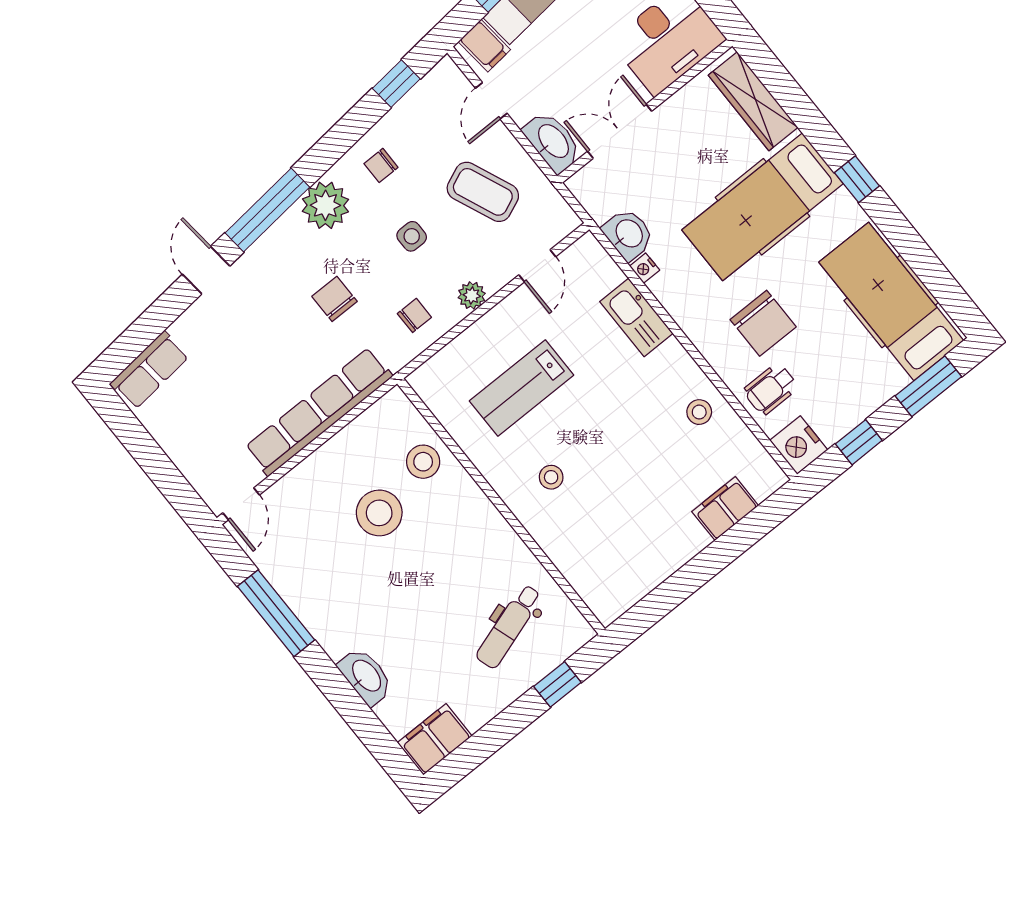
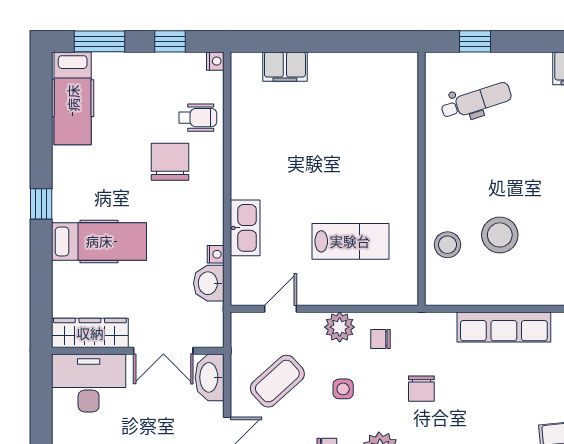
wardrobe: (753, 101) -> (90, 333), moved, turned -90
coffee table: (483, 192) -> (277, 381), turned 71
hospital bed: (763, 207) -> (99, 241), width x0.73, depth x0.77
plant: (472, 295) -> (340, 327), width x1.38, depth x1.38
hospital bed: (891, 301) -> (73, 98), width x0.73, depth x0.78
row of seats: (319, 412) -> (504, 327), width x0.73
stool: (699, 412) -> (253, 139), removed
nightstand: (799, 445) -> (215, 61), width x0.53, depth x0.56
stool: (551, 477) -> (376, 172), removed

